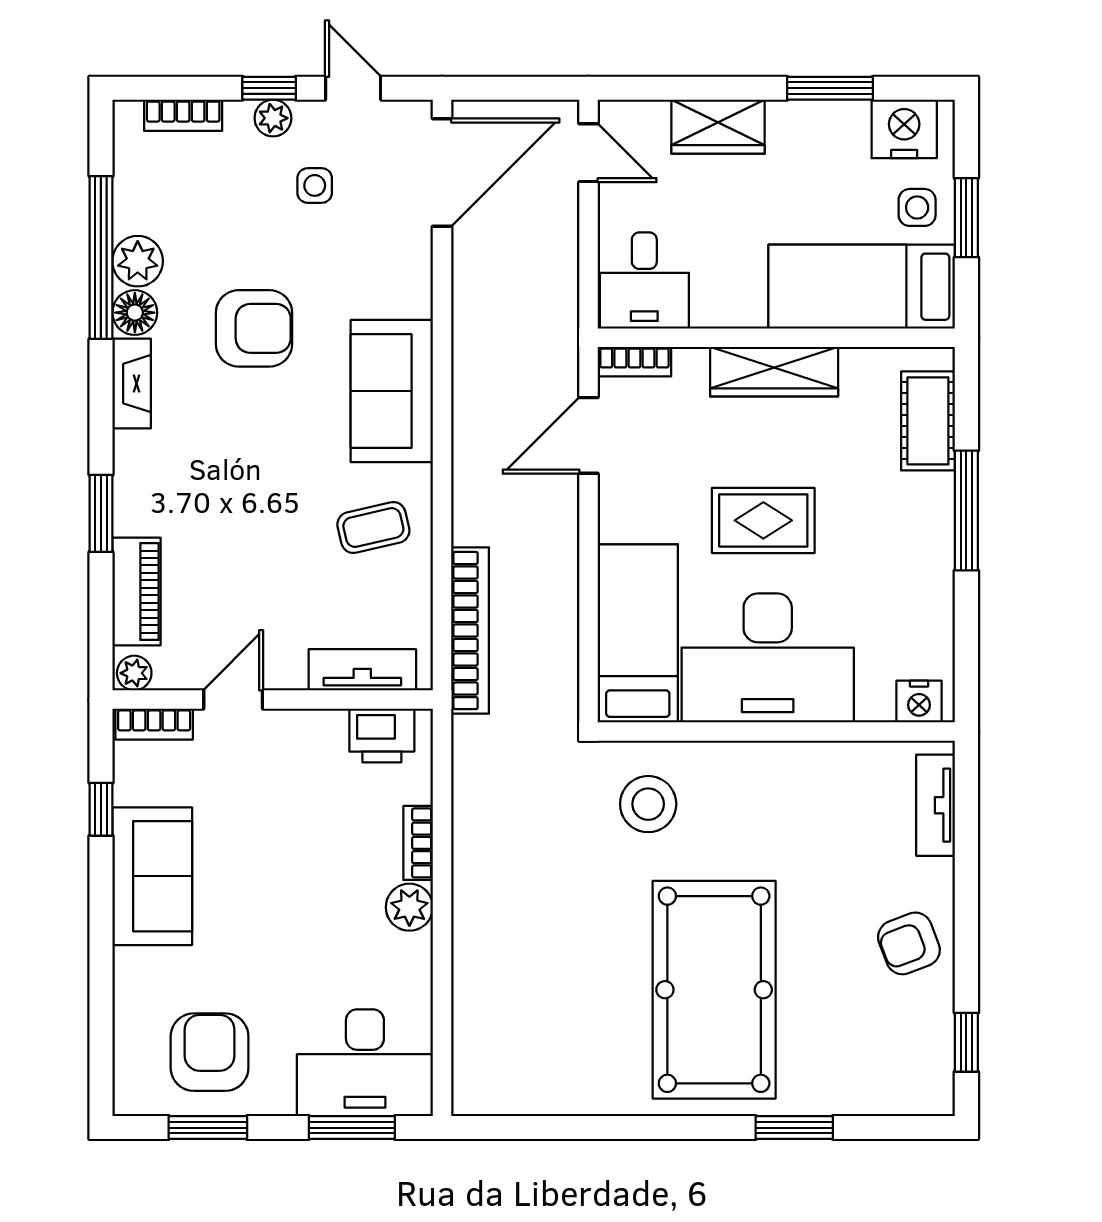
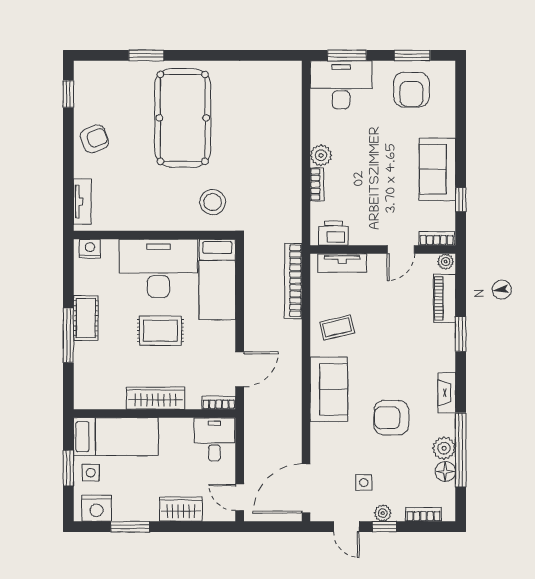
floor lamp: (135, 313) -> (445, 471), moved
cot: (928, 421) -> (86, 318), moved

